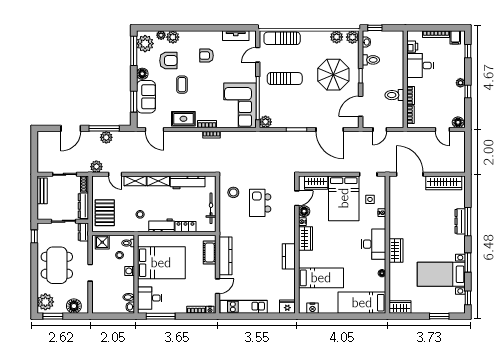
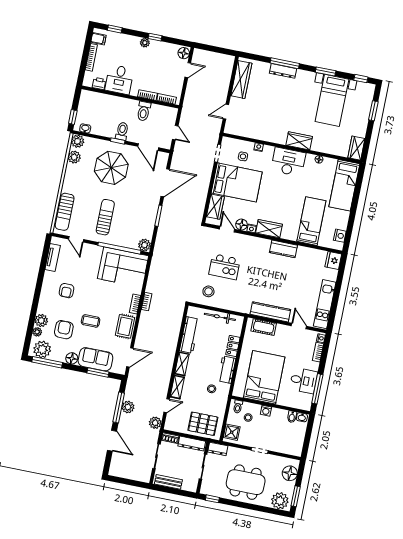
toilet: (371, 60) -> (122, 131), moved
door: (410, 174) -> (226, 112), width x0.53
desk: (150, 298) -> (304, 381), moved, turned -90

